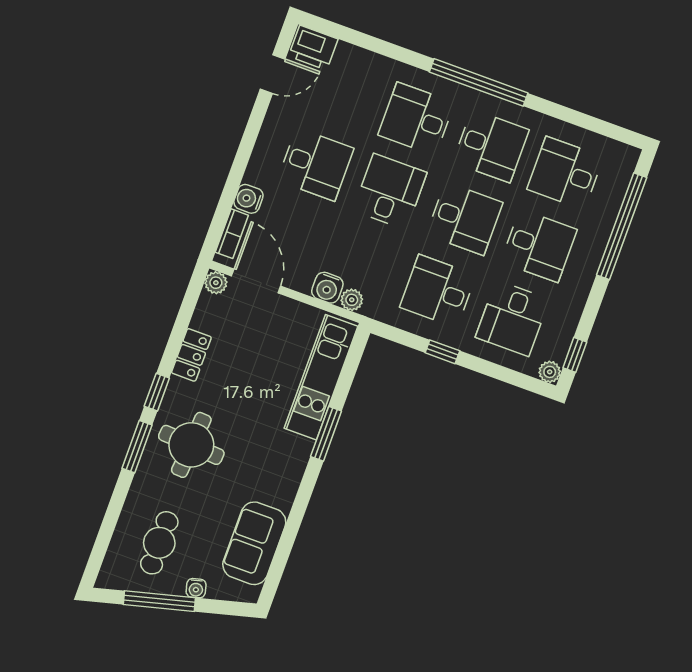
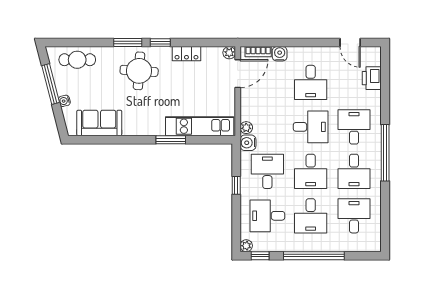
printer: (313, 48) -> (372, 78), moved
window: (622, 226) -> (314, 256), moved
water cooler: (327, 288) -> (248, 143), moved
cafe table: (159, 543) -> (77, 60), moved

